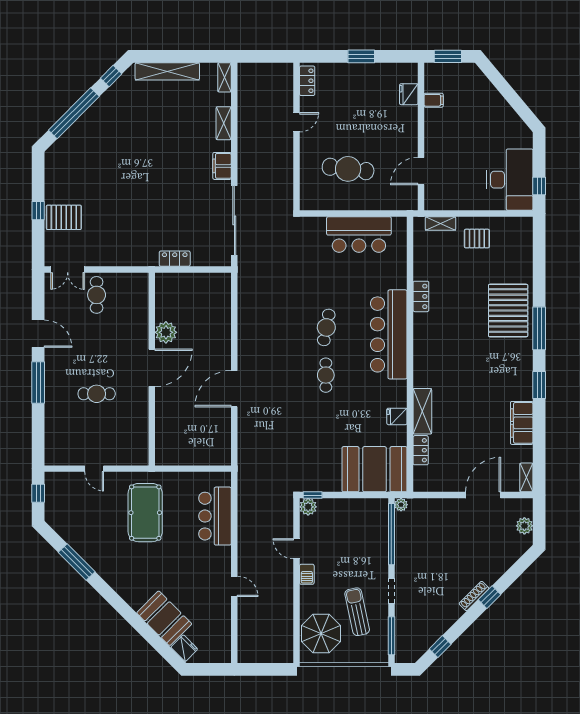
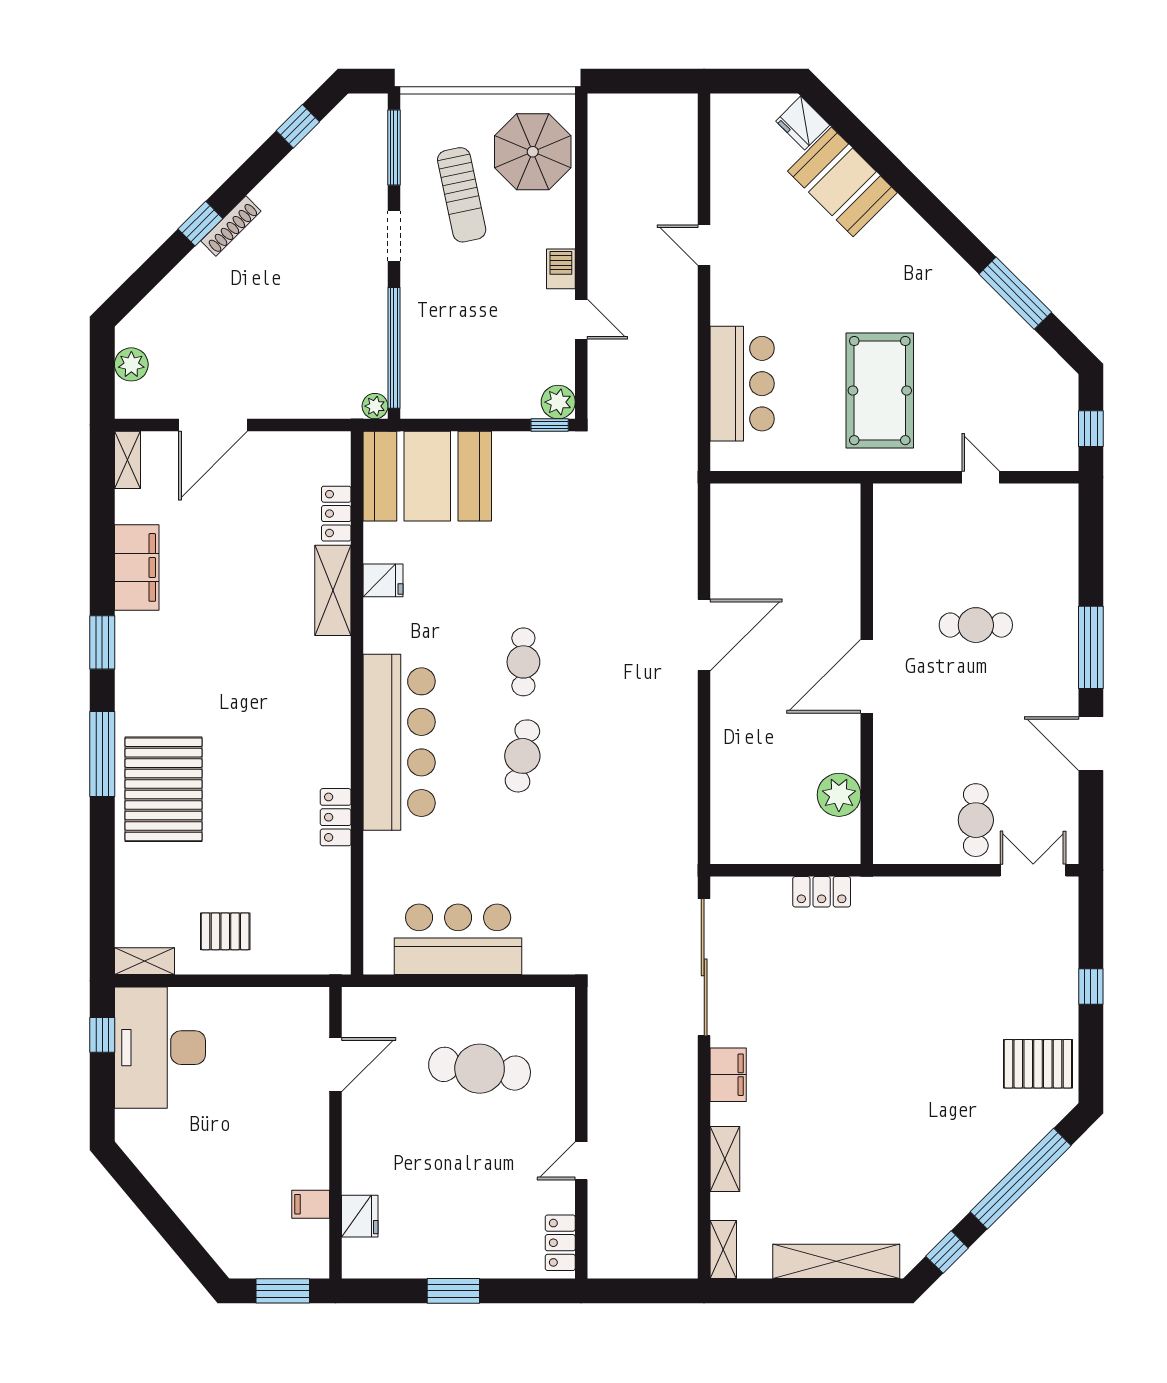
pallet: (64, 217) -> (1038, 1064), moved
shelving: (440, 223) -> (145, 961), moved
plant: (166, 332) -> (839, 795), moved

